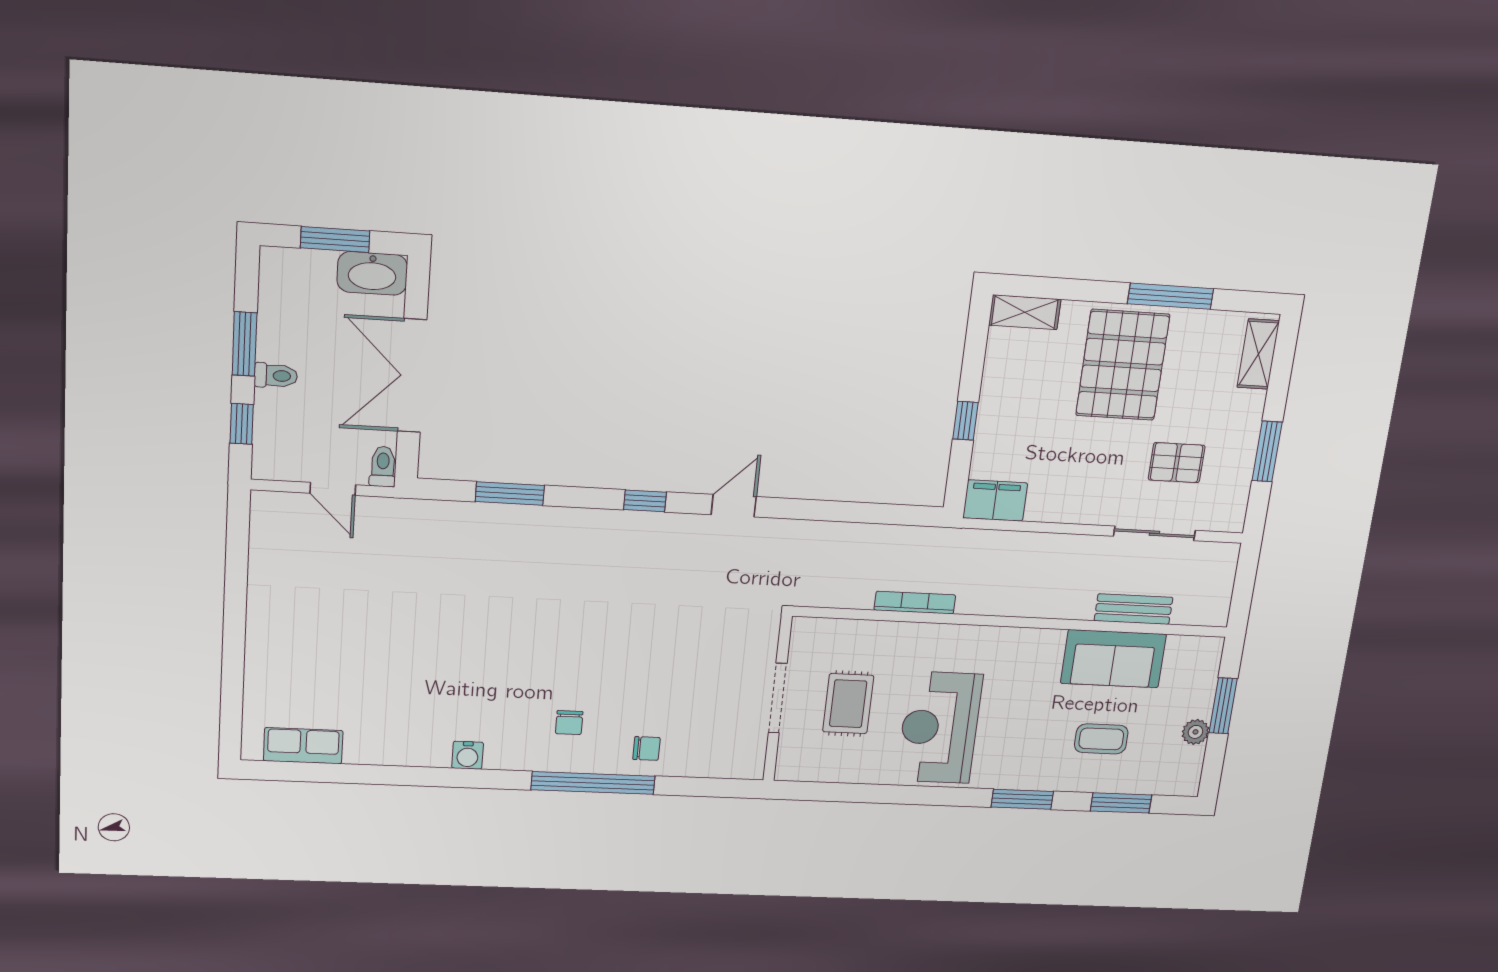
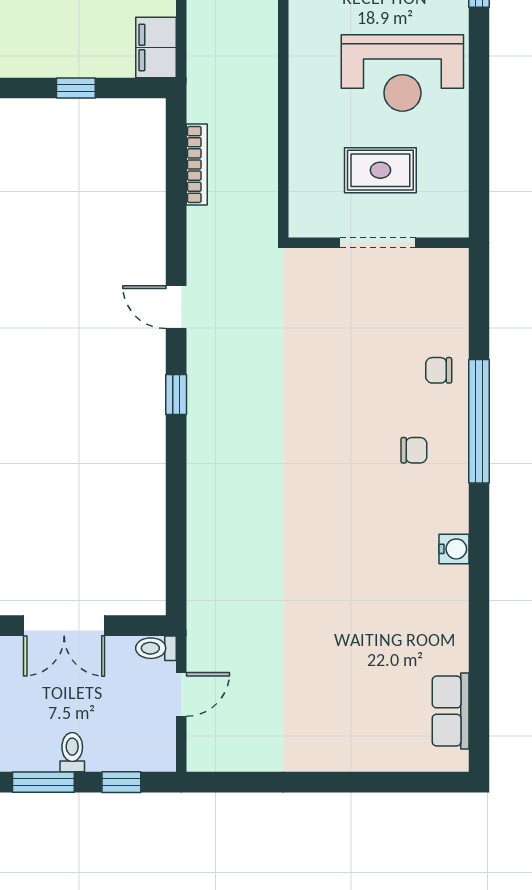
double door: (412, 376) -> (64, 626), width x0.73
window: (510, 493) -> (176, 526), removed
bookcase: (915, 603) -> (197, 164), moved, turned 180
chair: (647, 748) -> (439, 370), turned -90

